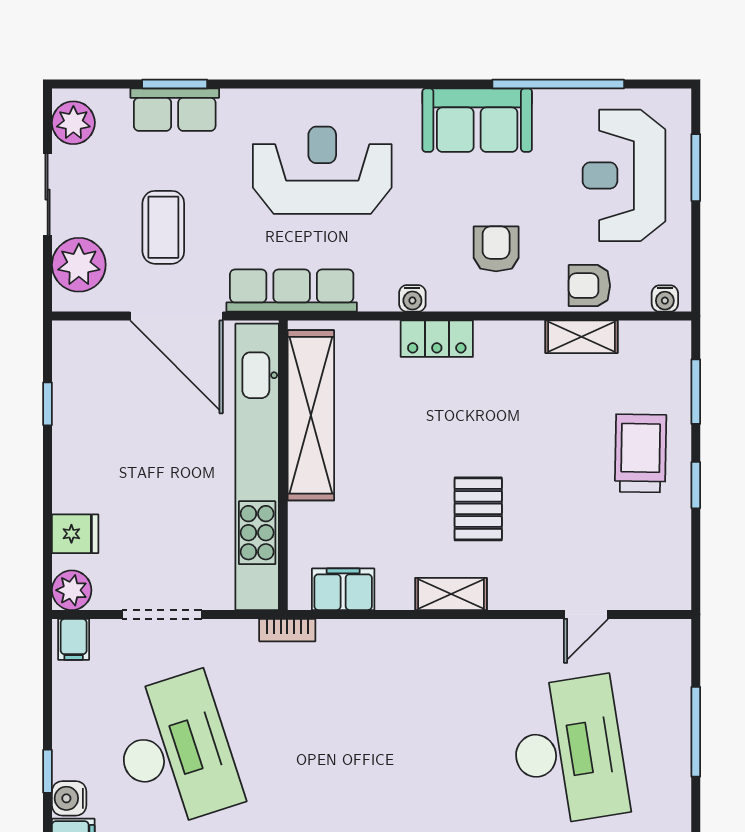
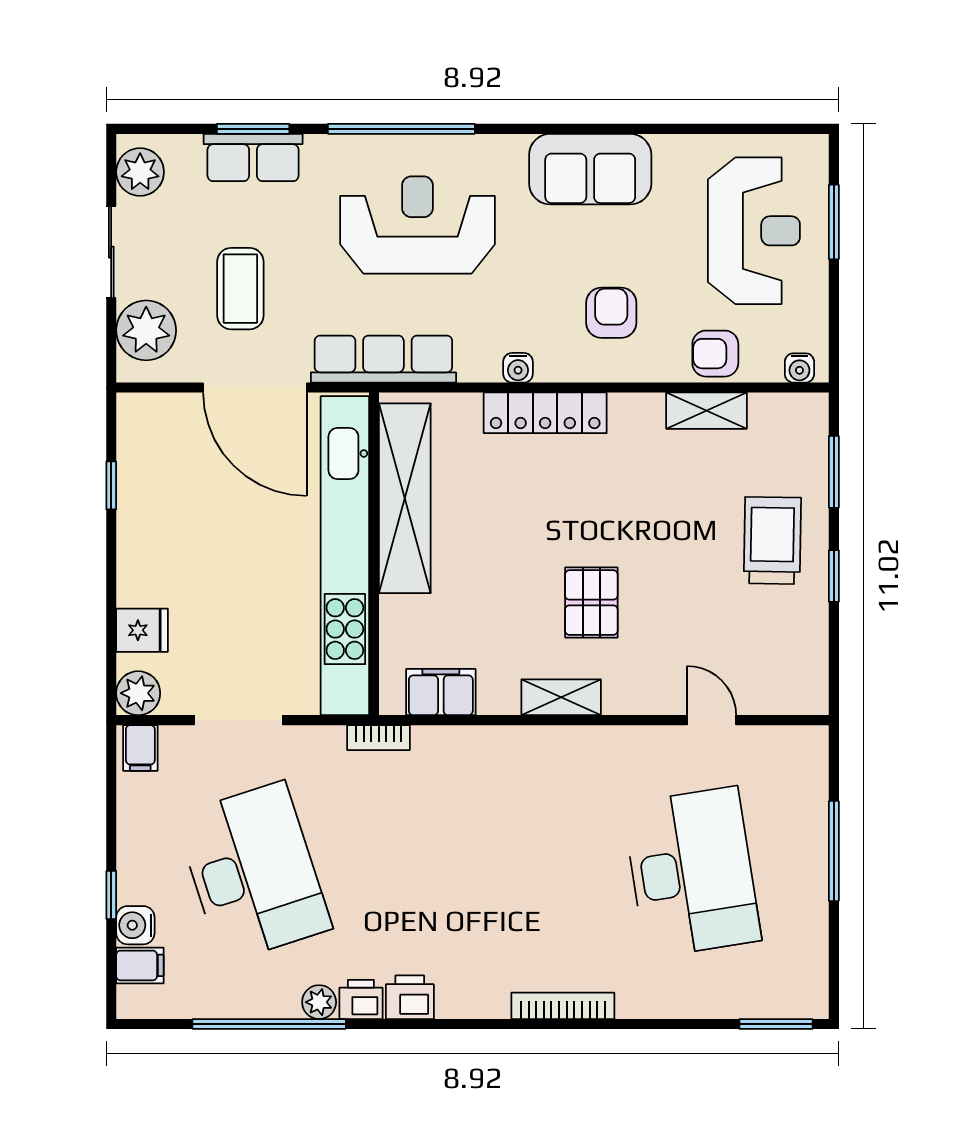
window: (558, 84) -> (401, 129), moved
reception desk: (624, 175) -> (754, 231), turned 180
locker: (437, 339) -> (545, 413), width x1.53
door: (586, 614) -> (712, 720), swing flipped

